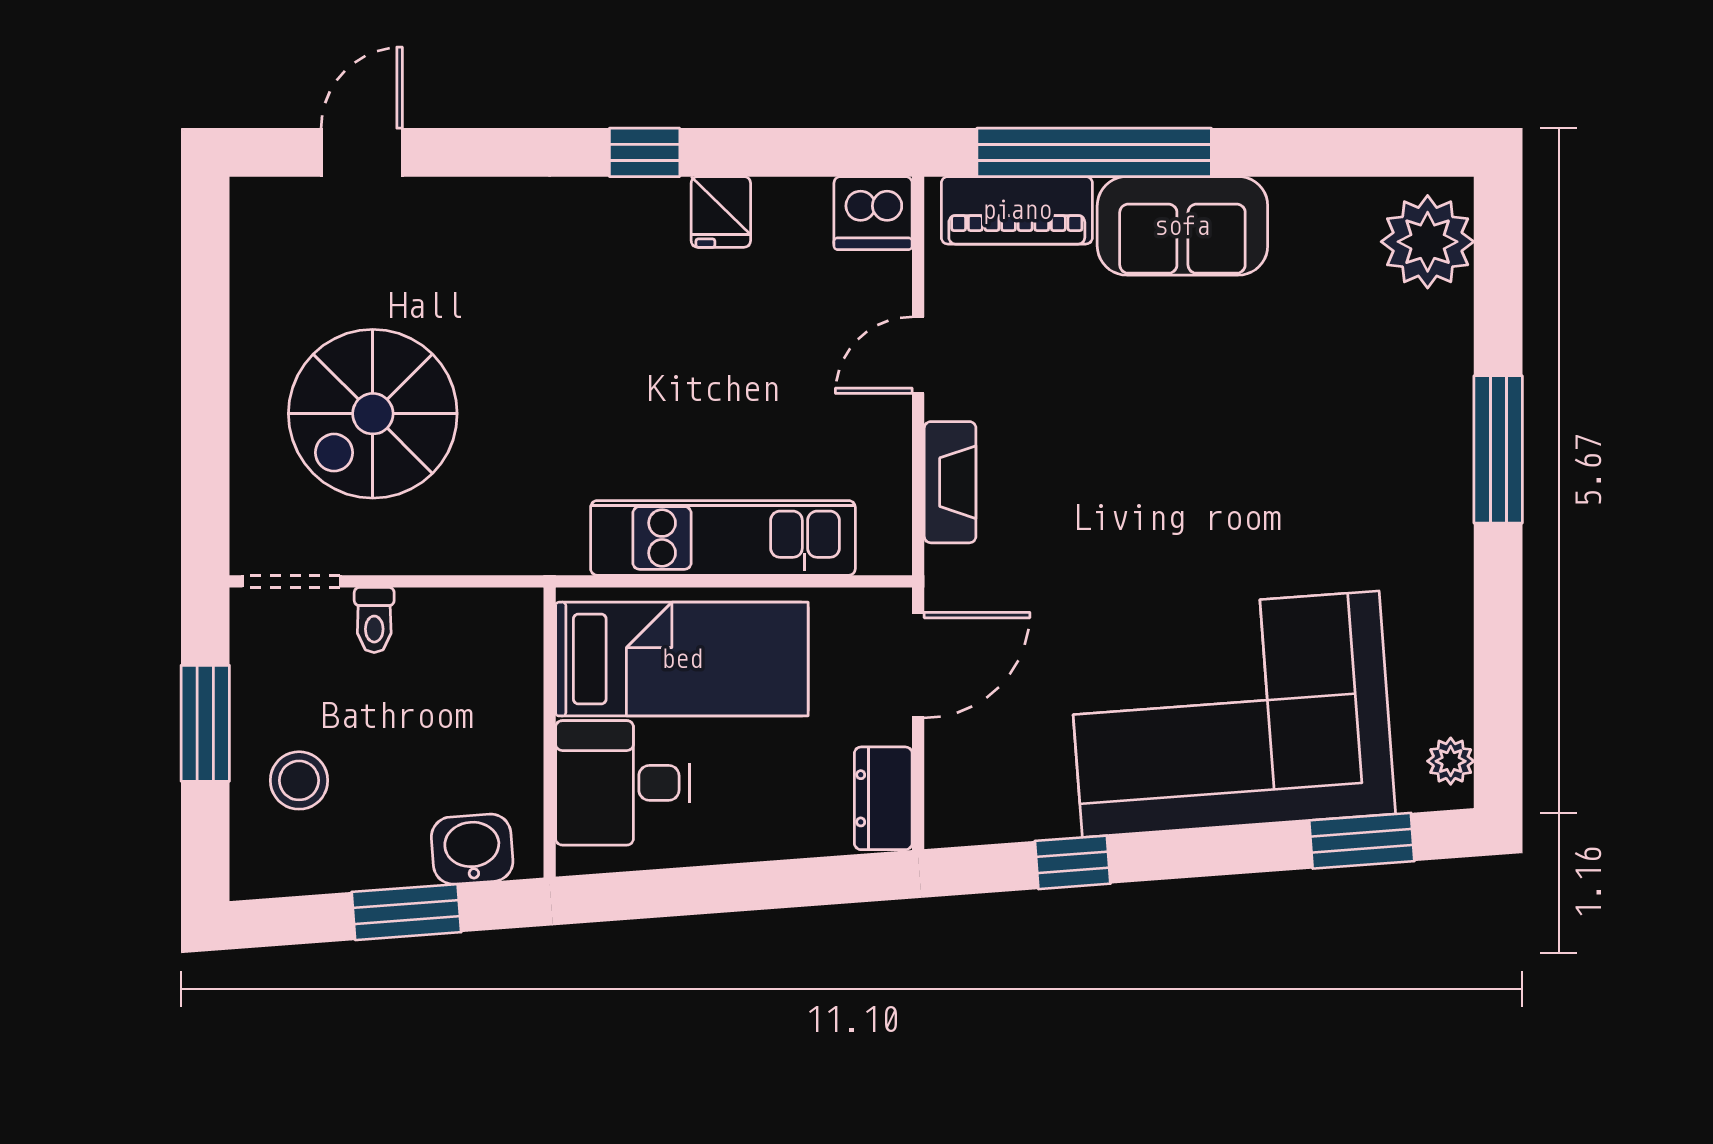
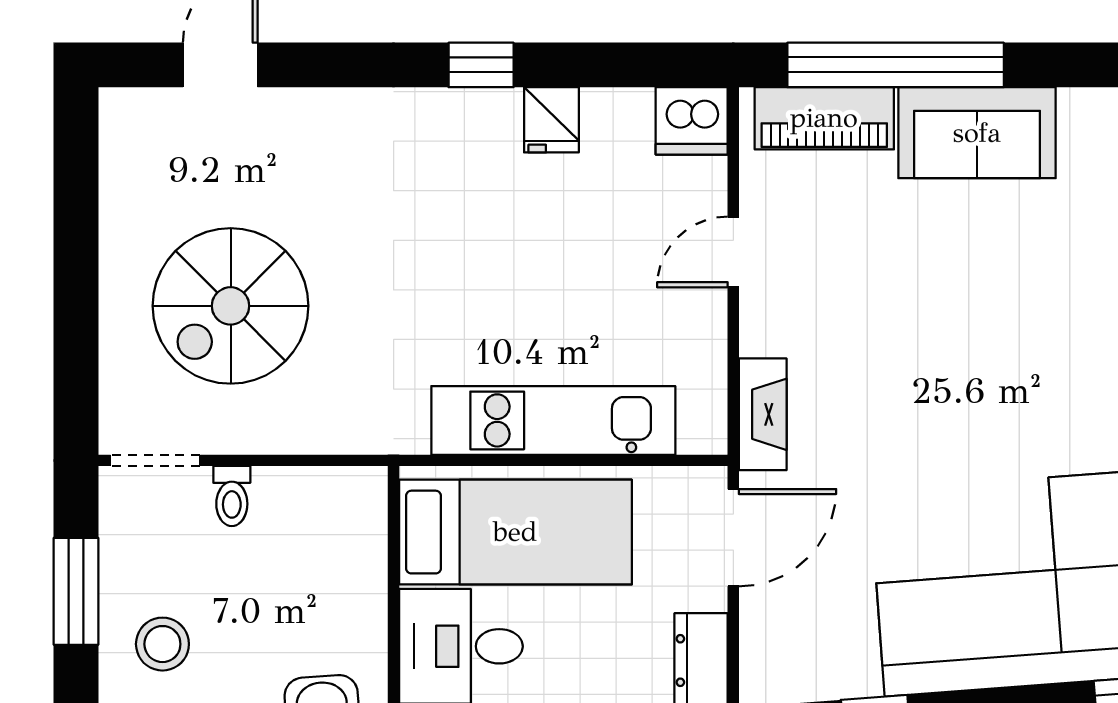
fireplace: (950, 482) -> (763, 414), moved

